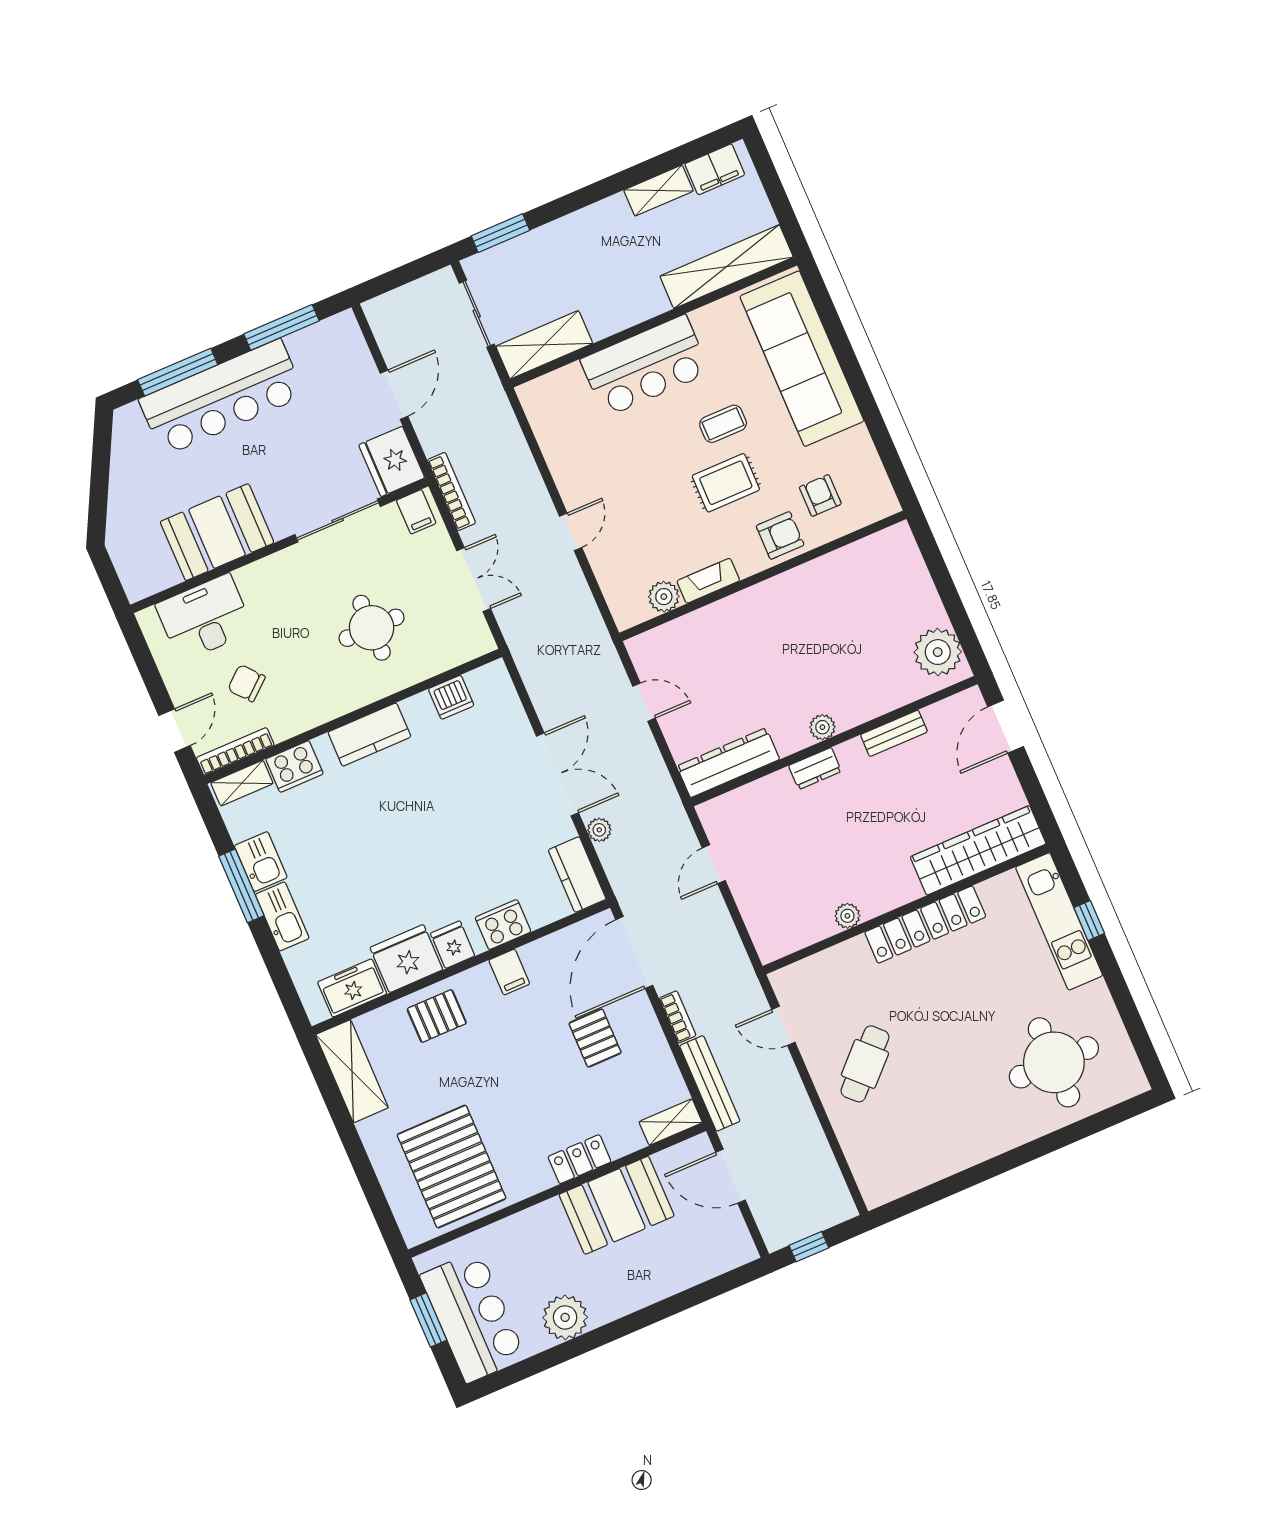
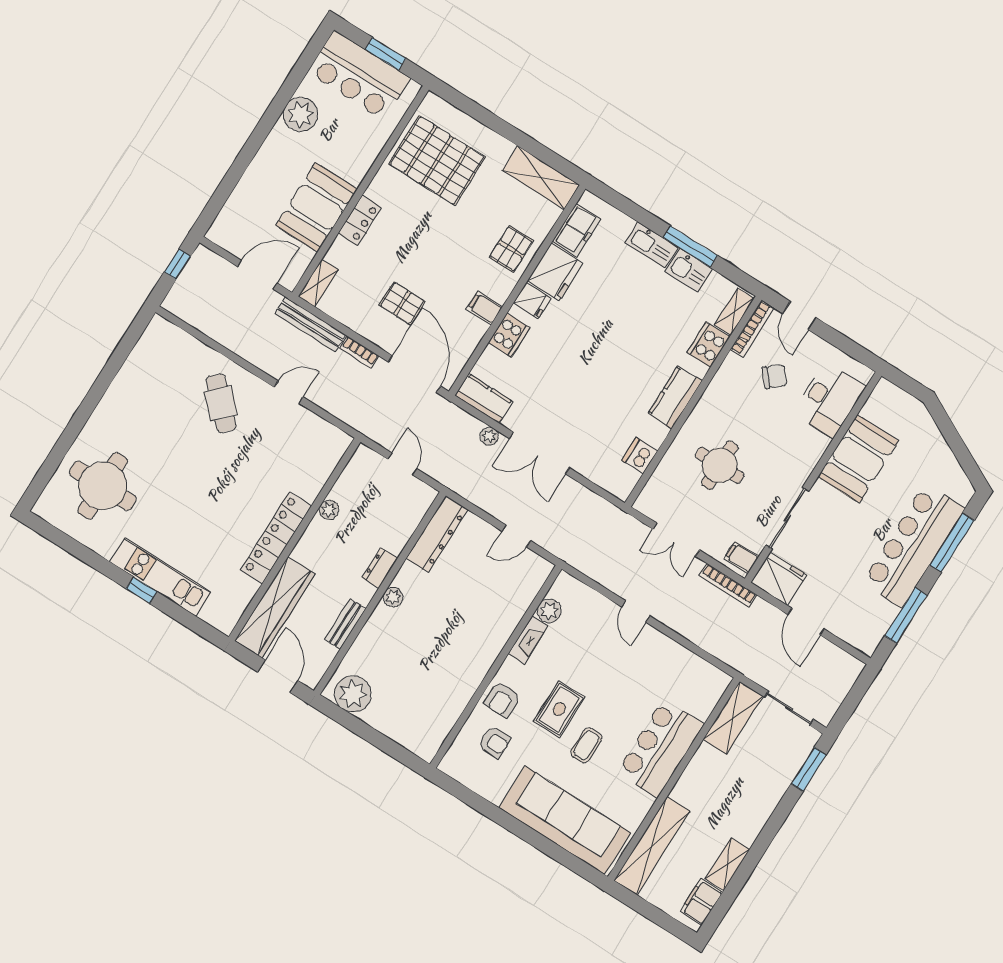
wardrobe: (978, 850) -> (275, 607), moved
wall: (906, 909) -> (295, 539), moved
plant: (847, 916) -> (329, 510), moved
locker: (925, 925) -> (276, 538), moved

